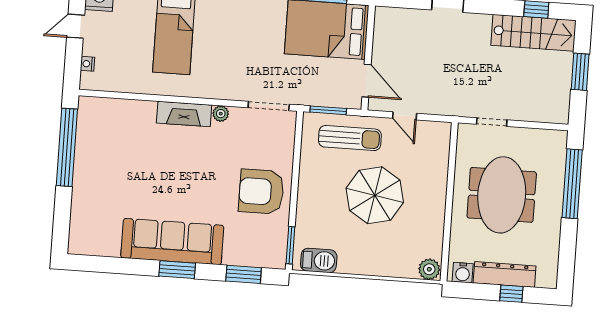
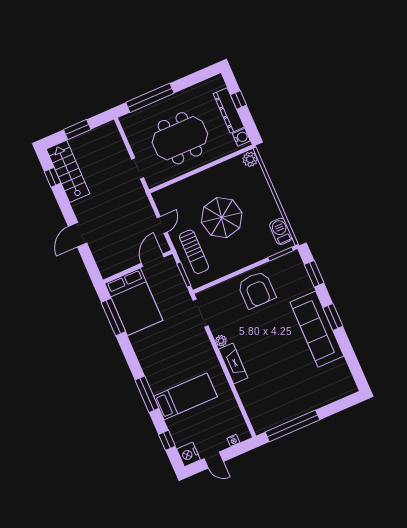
sun lounger: (350, 138) -> (194, 252), turned 180

